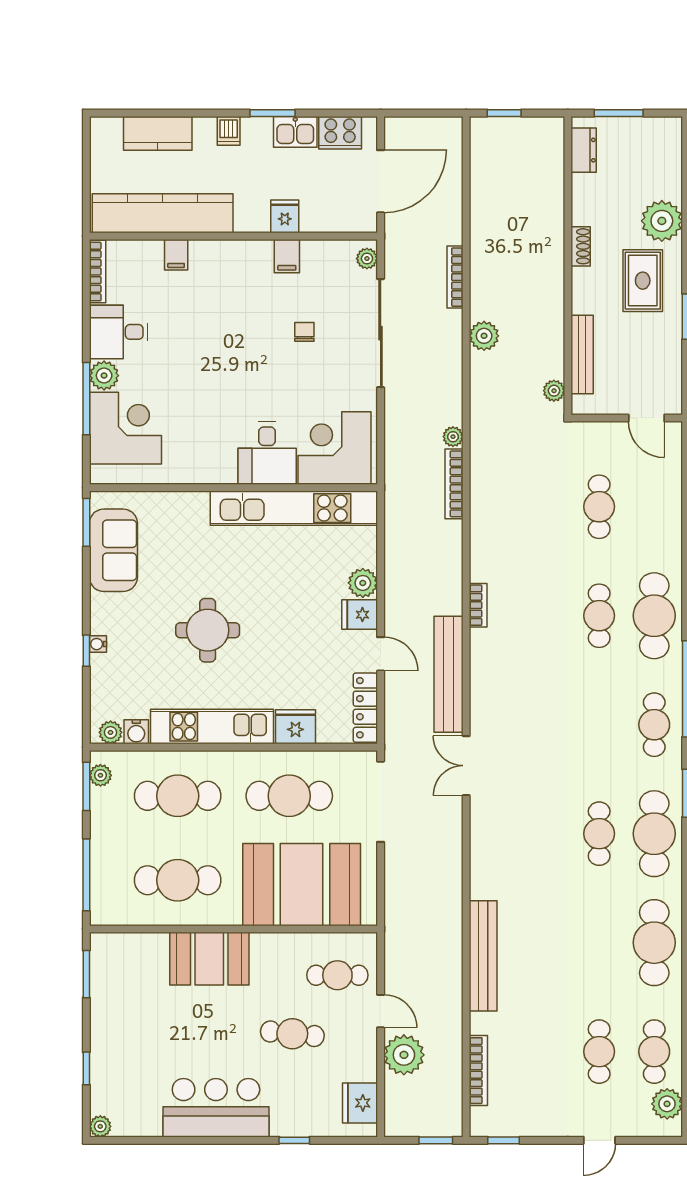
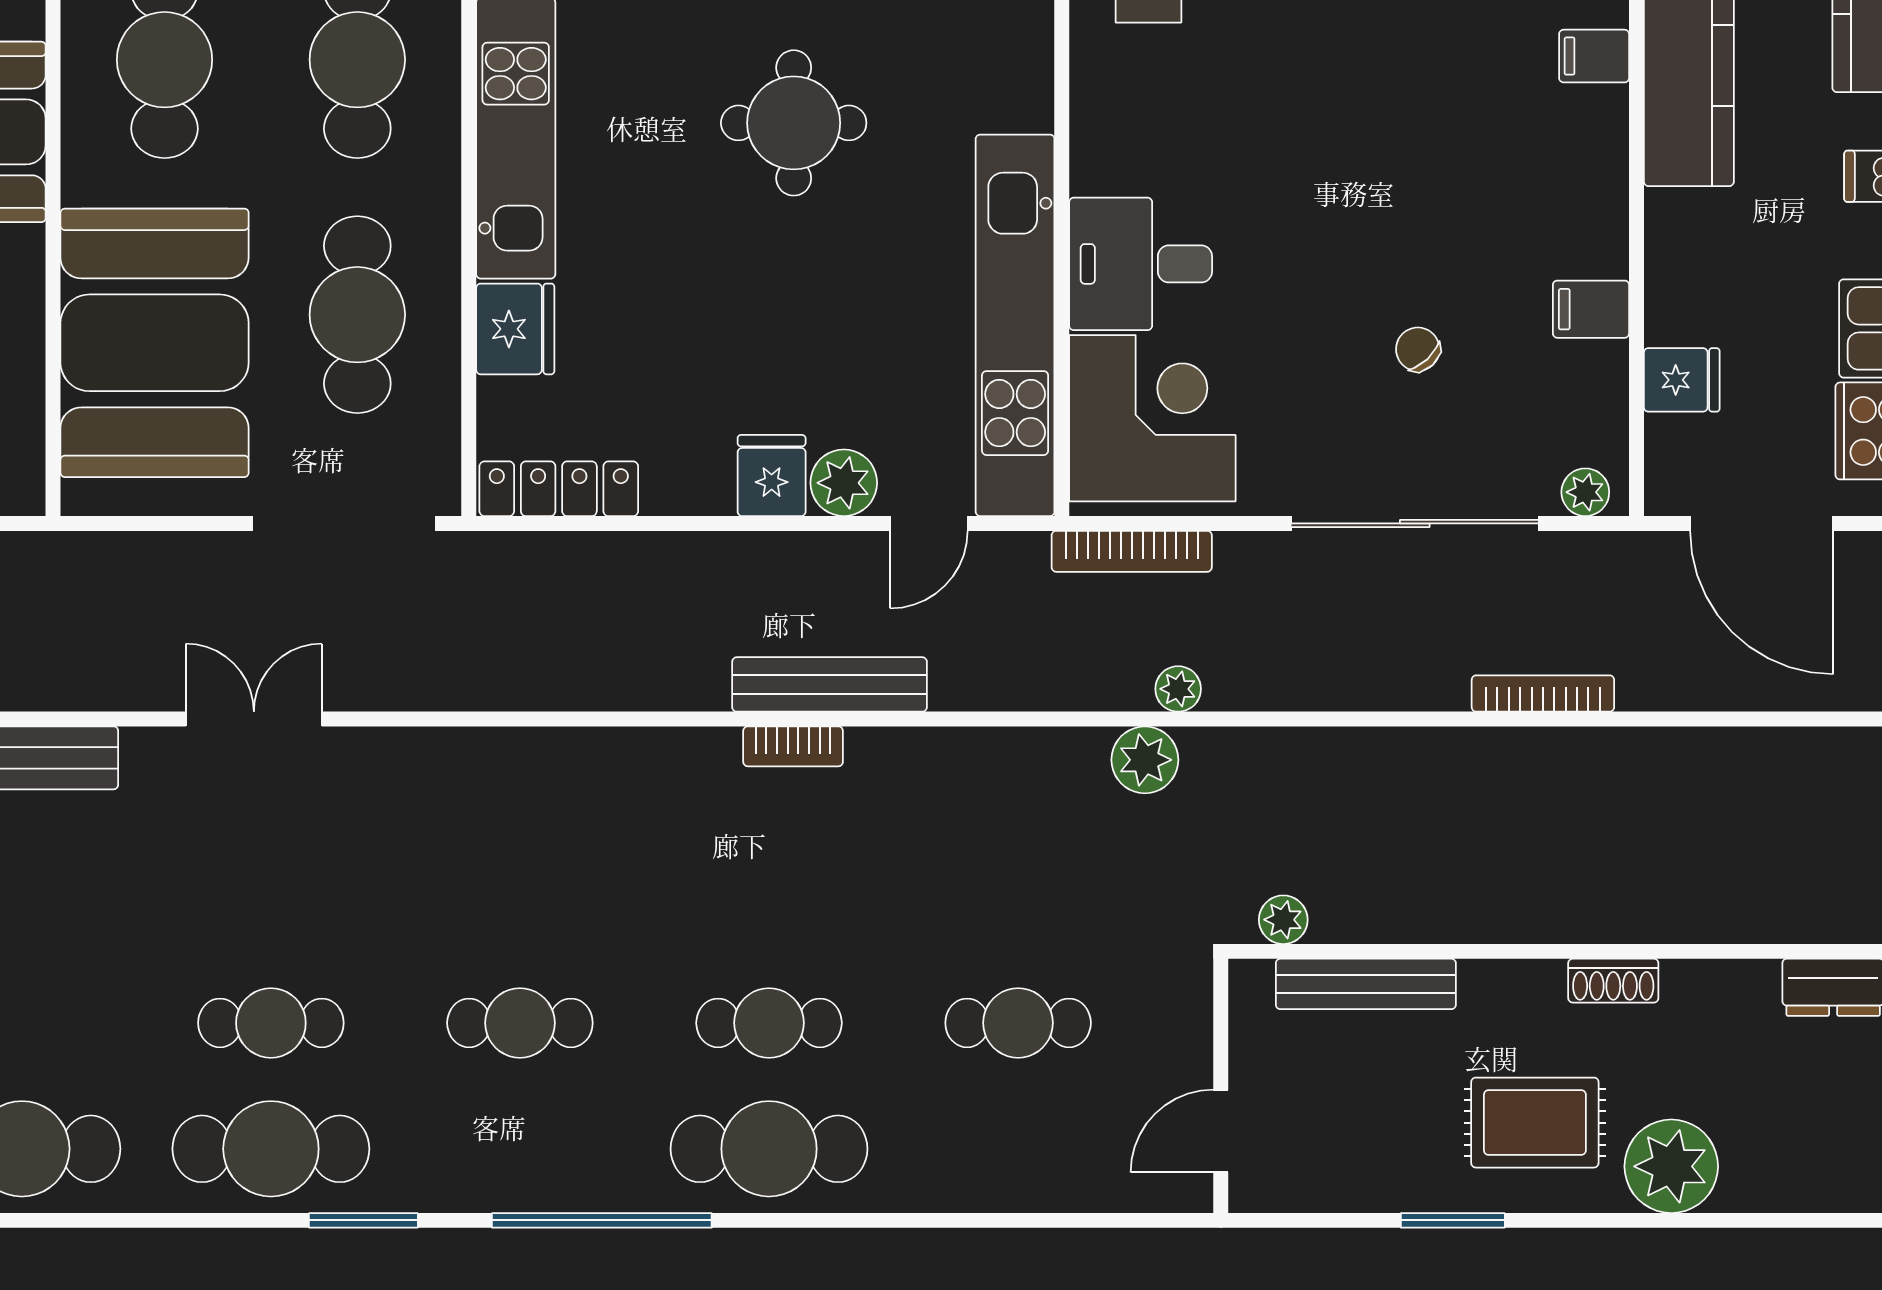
fridge: (285, 216) -> (1682, 380), moved
chair: (304, 332) -> (1418, 349), turned -133
plant: (484, 336) -> (1145, 760), moved
bookcase: (454, 484) -> (1132, 551), moved, turned 180
round table: (208, 630) -> (794, 123), moved
door: (381, 654) -> (929, 523), moved
bench: (448, 674) -> (830, 684), moved, width x0.73, depth x0.82
cafe table: (654, 725) -> (520, 1023), moved
double door: (466, 766) -> (254, 719), moved

